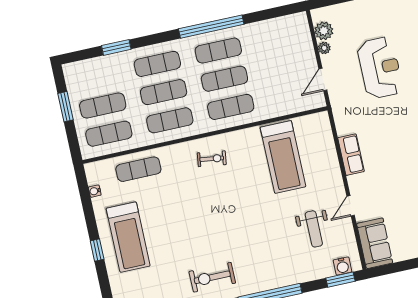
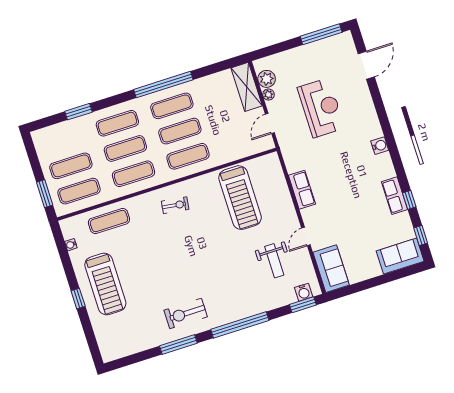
shelving: (301, 37) -> (247, 87), added
window: (66, 107) -> (45, 194), moved

